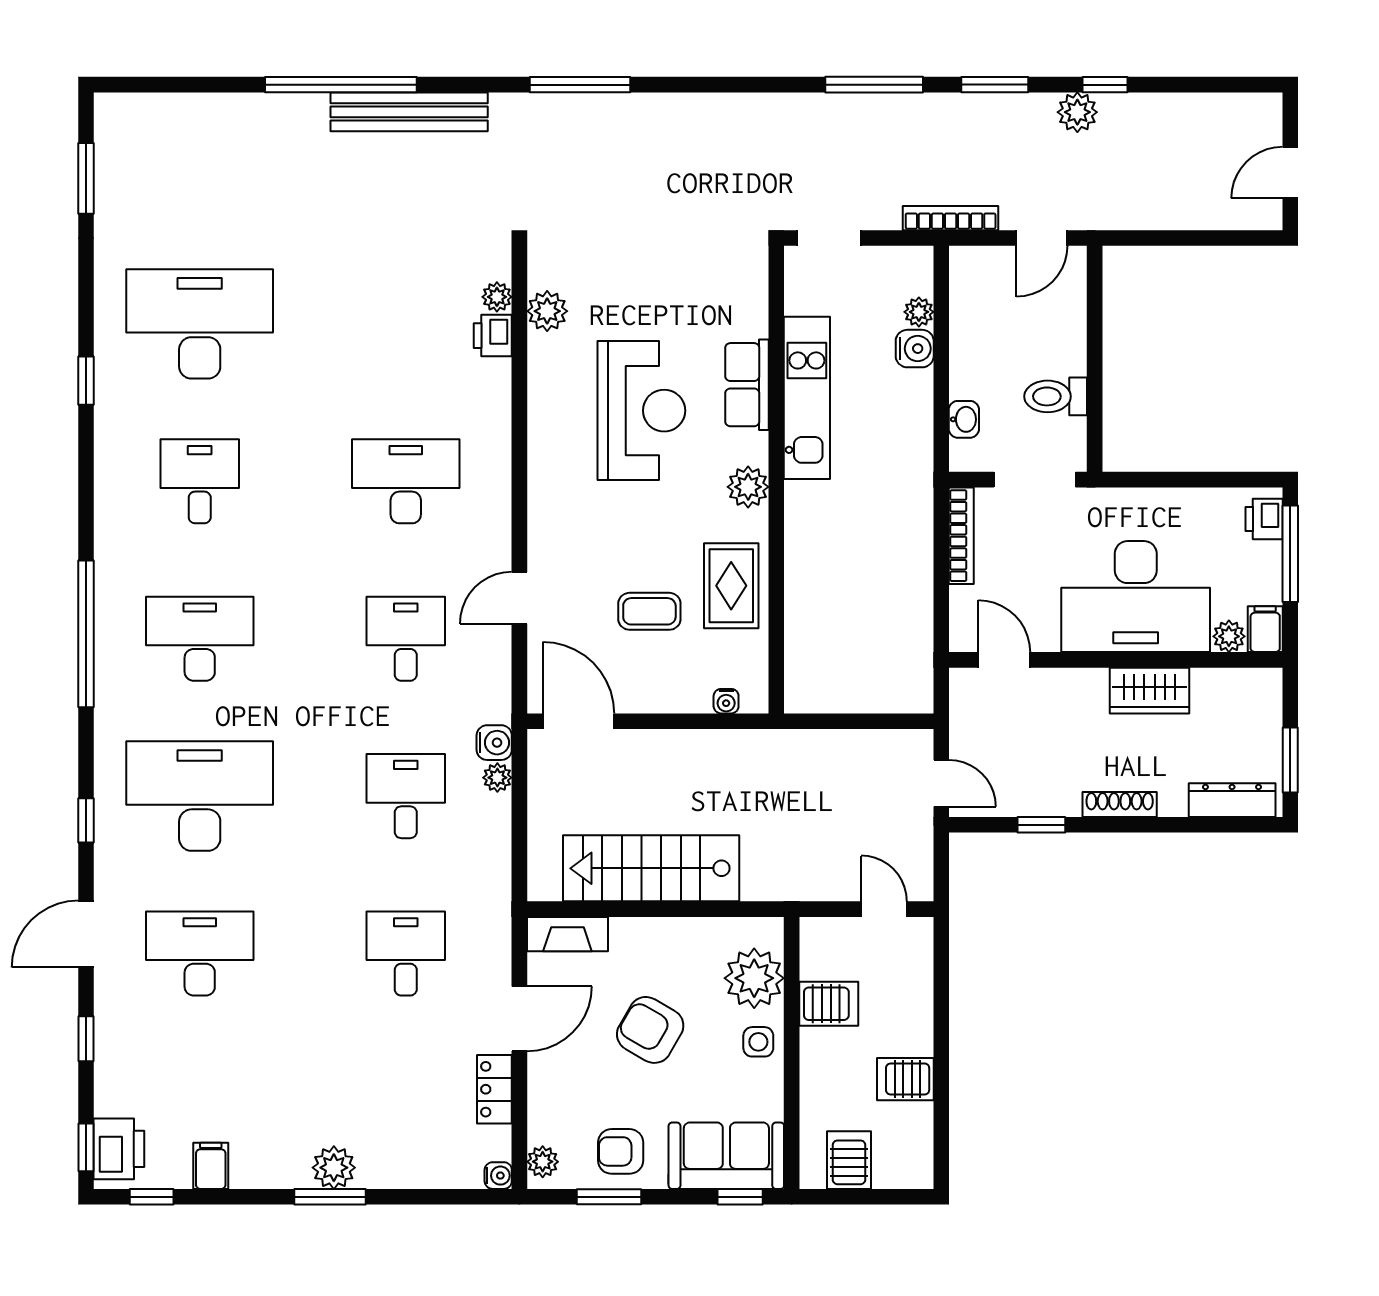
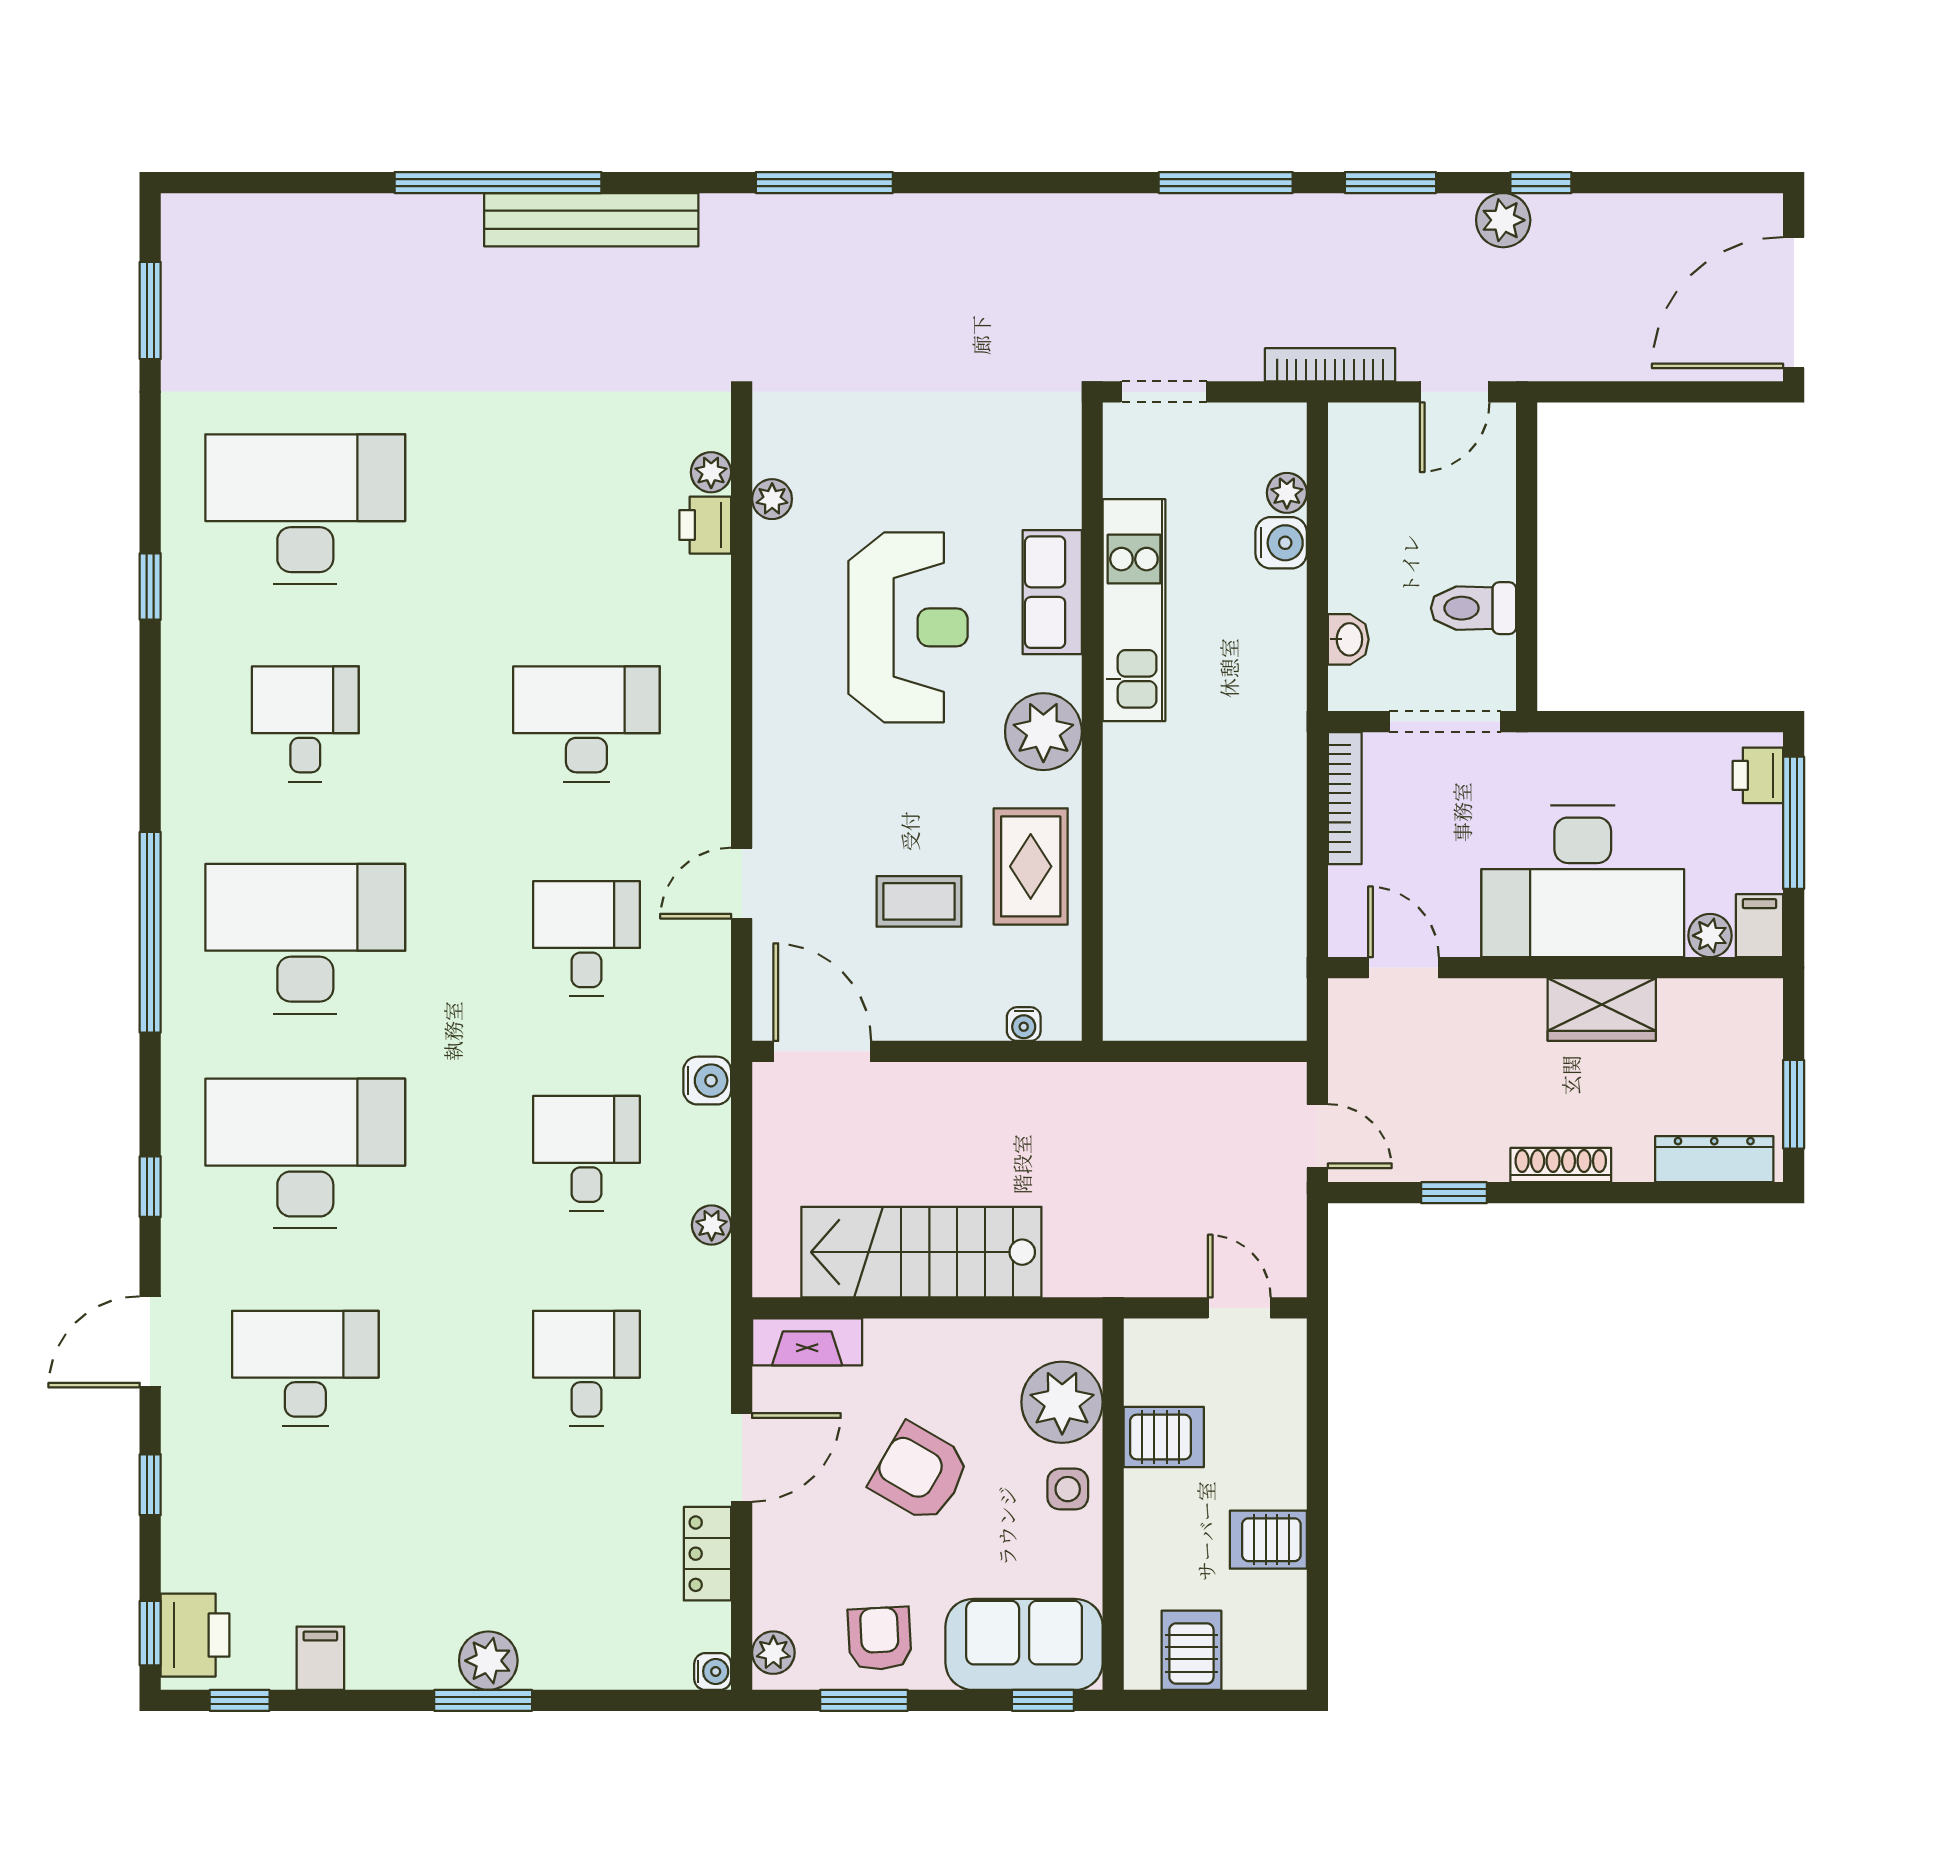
door: (1290, 173) -> (1794, 303), width x1.87
plant: (547, 311) -> (772, 499), width x0.73, depth x0.73
plant: (748, 487) -> (1043, 732), width x1.36, depth x1.36
desk: (200, 639) -> (305, 939), width x1.36, depth x1.30
plant: (497, 778) -> (712, 1225), moved
armchair: (621, 1151) -> (880, 1639), turned 87

